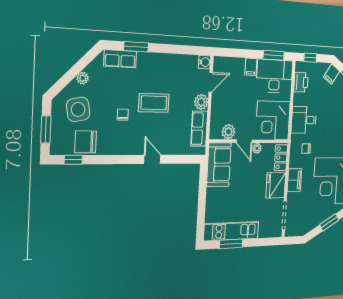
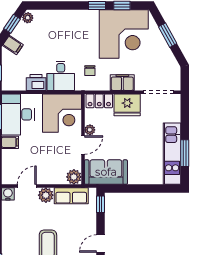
door: (211, 82) -> (27, 186), hinge flipped
printer: (301, 82) -> (36, 82), moved
plant: (228, 132) -> (74, 177), moved
window: (190, 159) -> (101, 204), added

